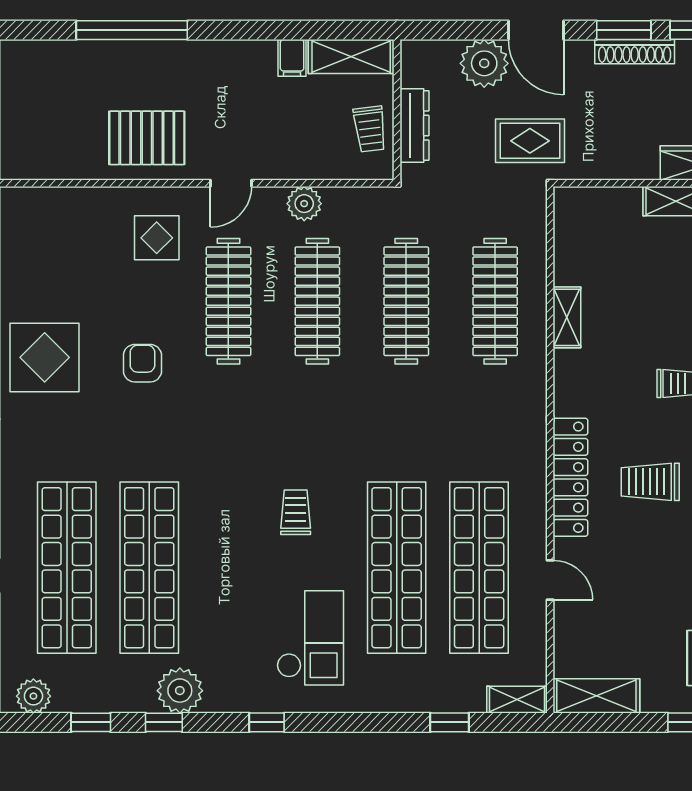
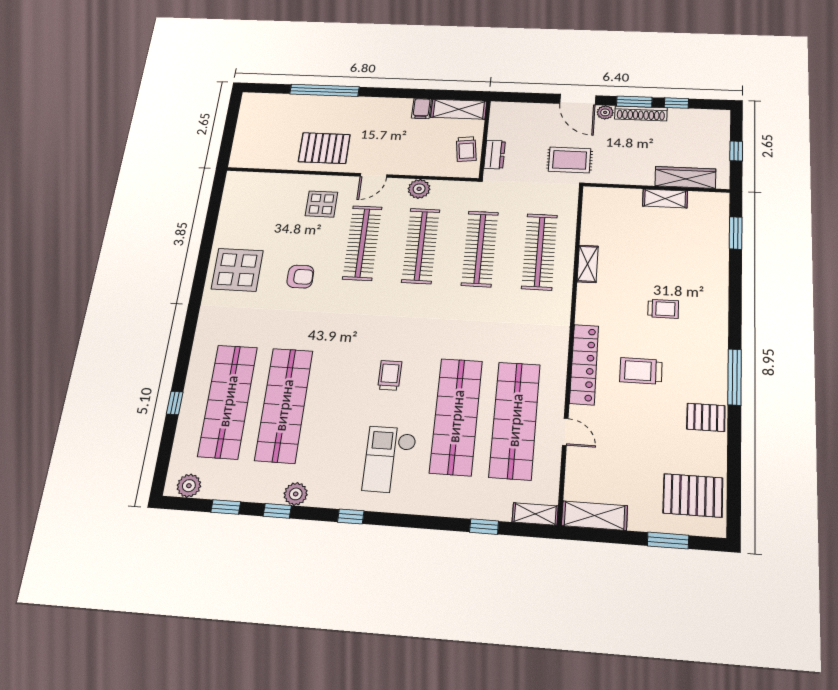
plant: (484, 63) -> (605, 112), moved, width x0.53, depth x0.53
dresser: (414, 126) -> (495, 155), width x0.70
armchair: (142, 363) -> (300, 277), turned 90
checkout: (310, 638) -> (390, 460), turned 180
plant: (180, 691) -> (296, 494), width x0.73, depth x0.73

